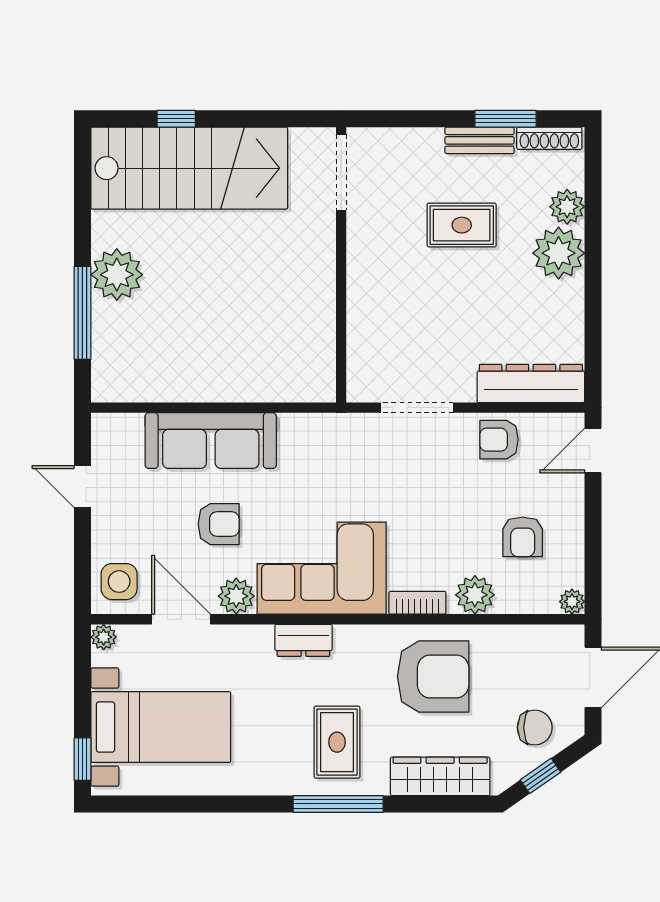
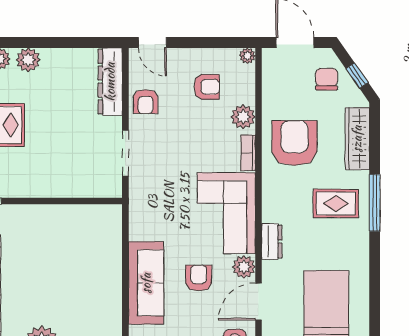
plant: (559, 253) -> (28, 60), width x0.73, depth x0.73
dresser: (303, 640) -> (272, 242), moved

